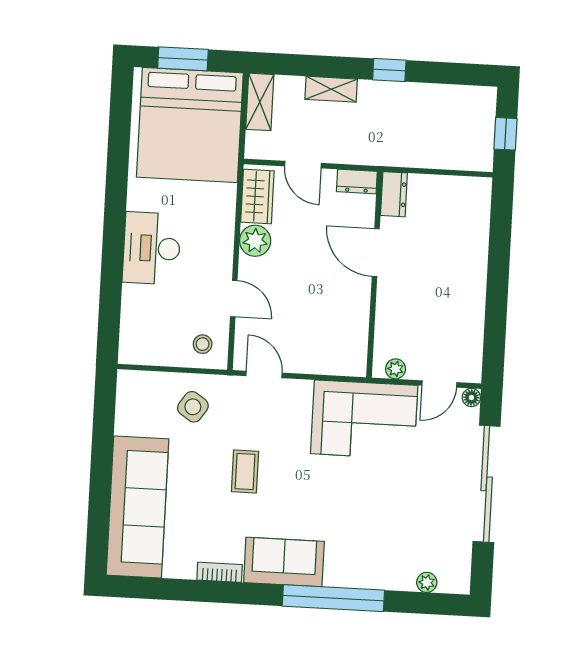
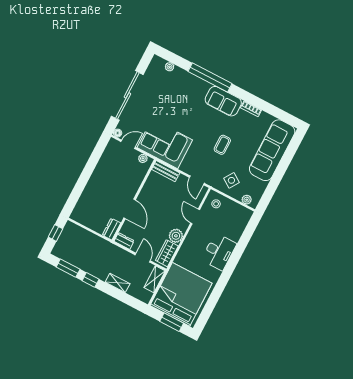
window: (447, 73) -> (68, 268), added
shelving: (260, 102) -> (155, 279), moved
bench: (337, 364) -> (166, 171), added
plant: (144, 381) -> (247, 200), added

